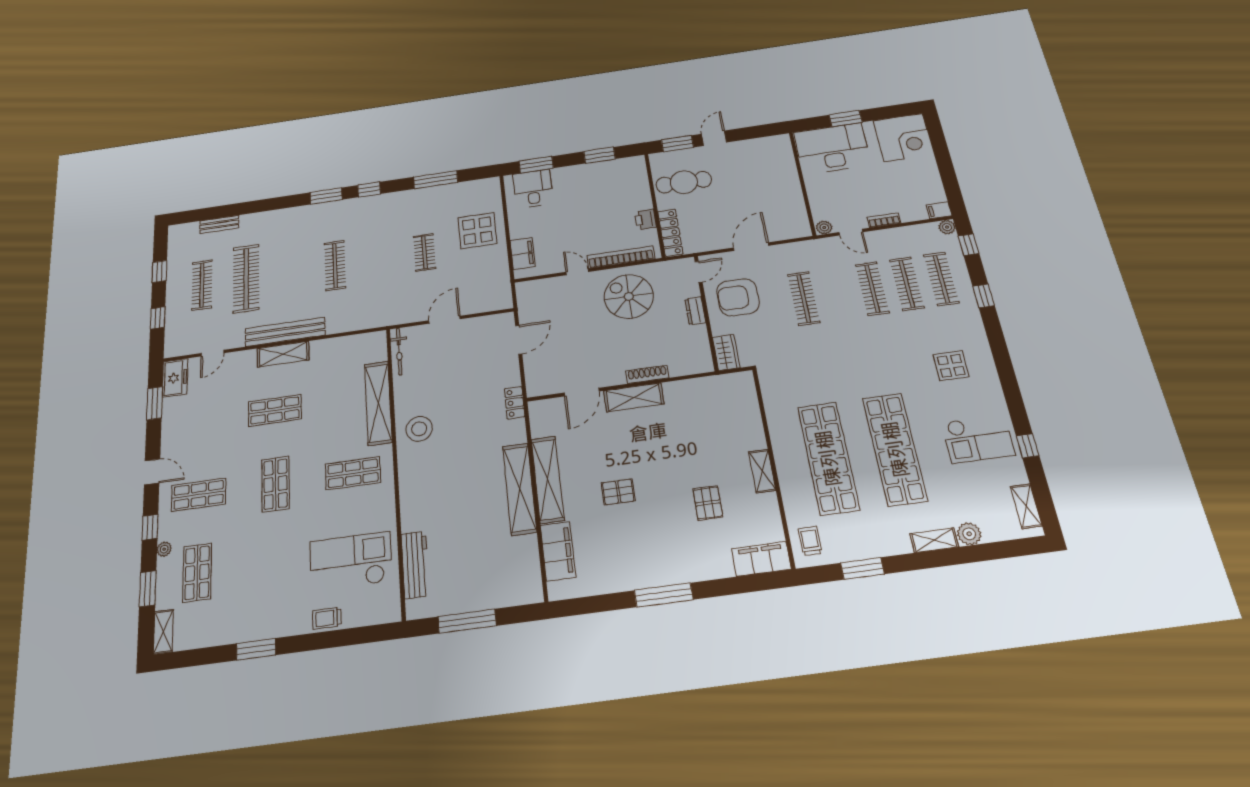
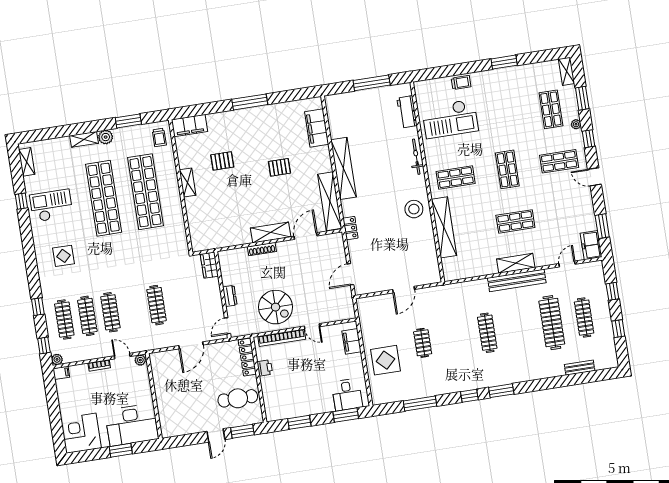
armchair: (738, 297) -> (201, 306), removed
bicycle: (399, 351) -> (416, 157), moved
shelving: (548, 479) -> (330, 201), moved
pallet: (708, 503) -> (222, 161), turned 90
plant: (969, 534) -> (106, 137), moved
workbench: (415, 565) -> (407, 112), width x0.73

